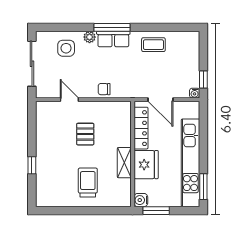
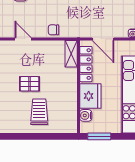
pallet: (85, 134) -> (30, 84), moved, turned 90
shelving: (124, 163) -> (71, 54), moved
water cooler: (141, 200) -> (86, 115), moved

